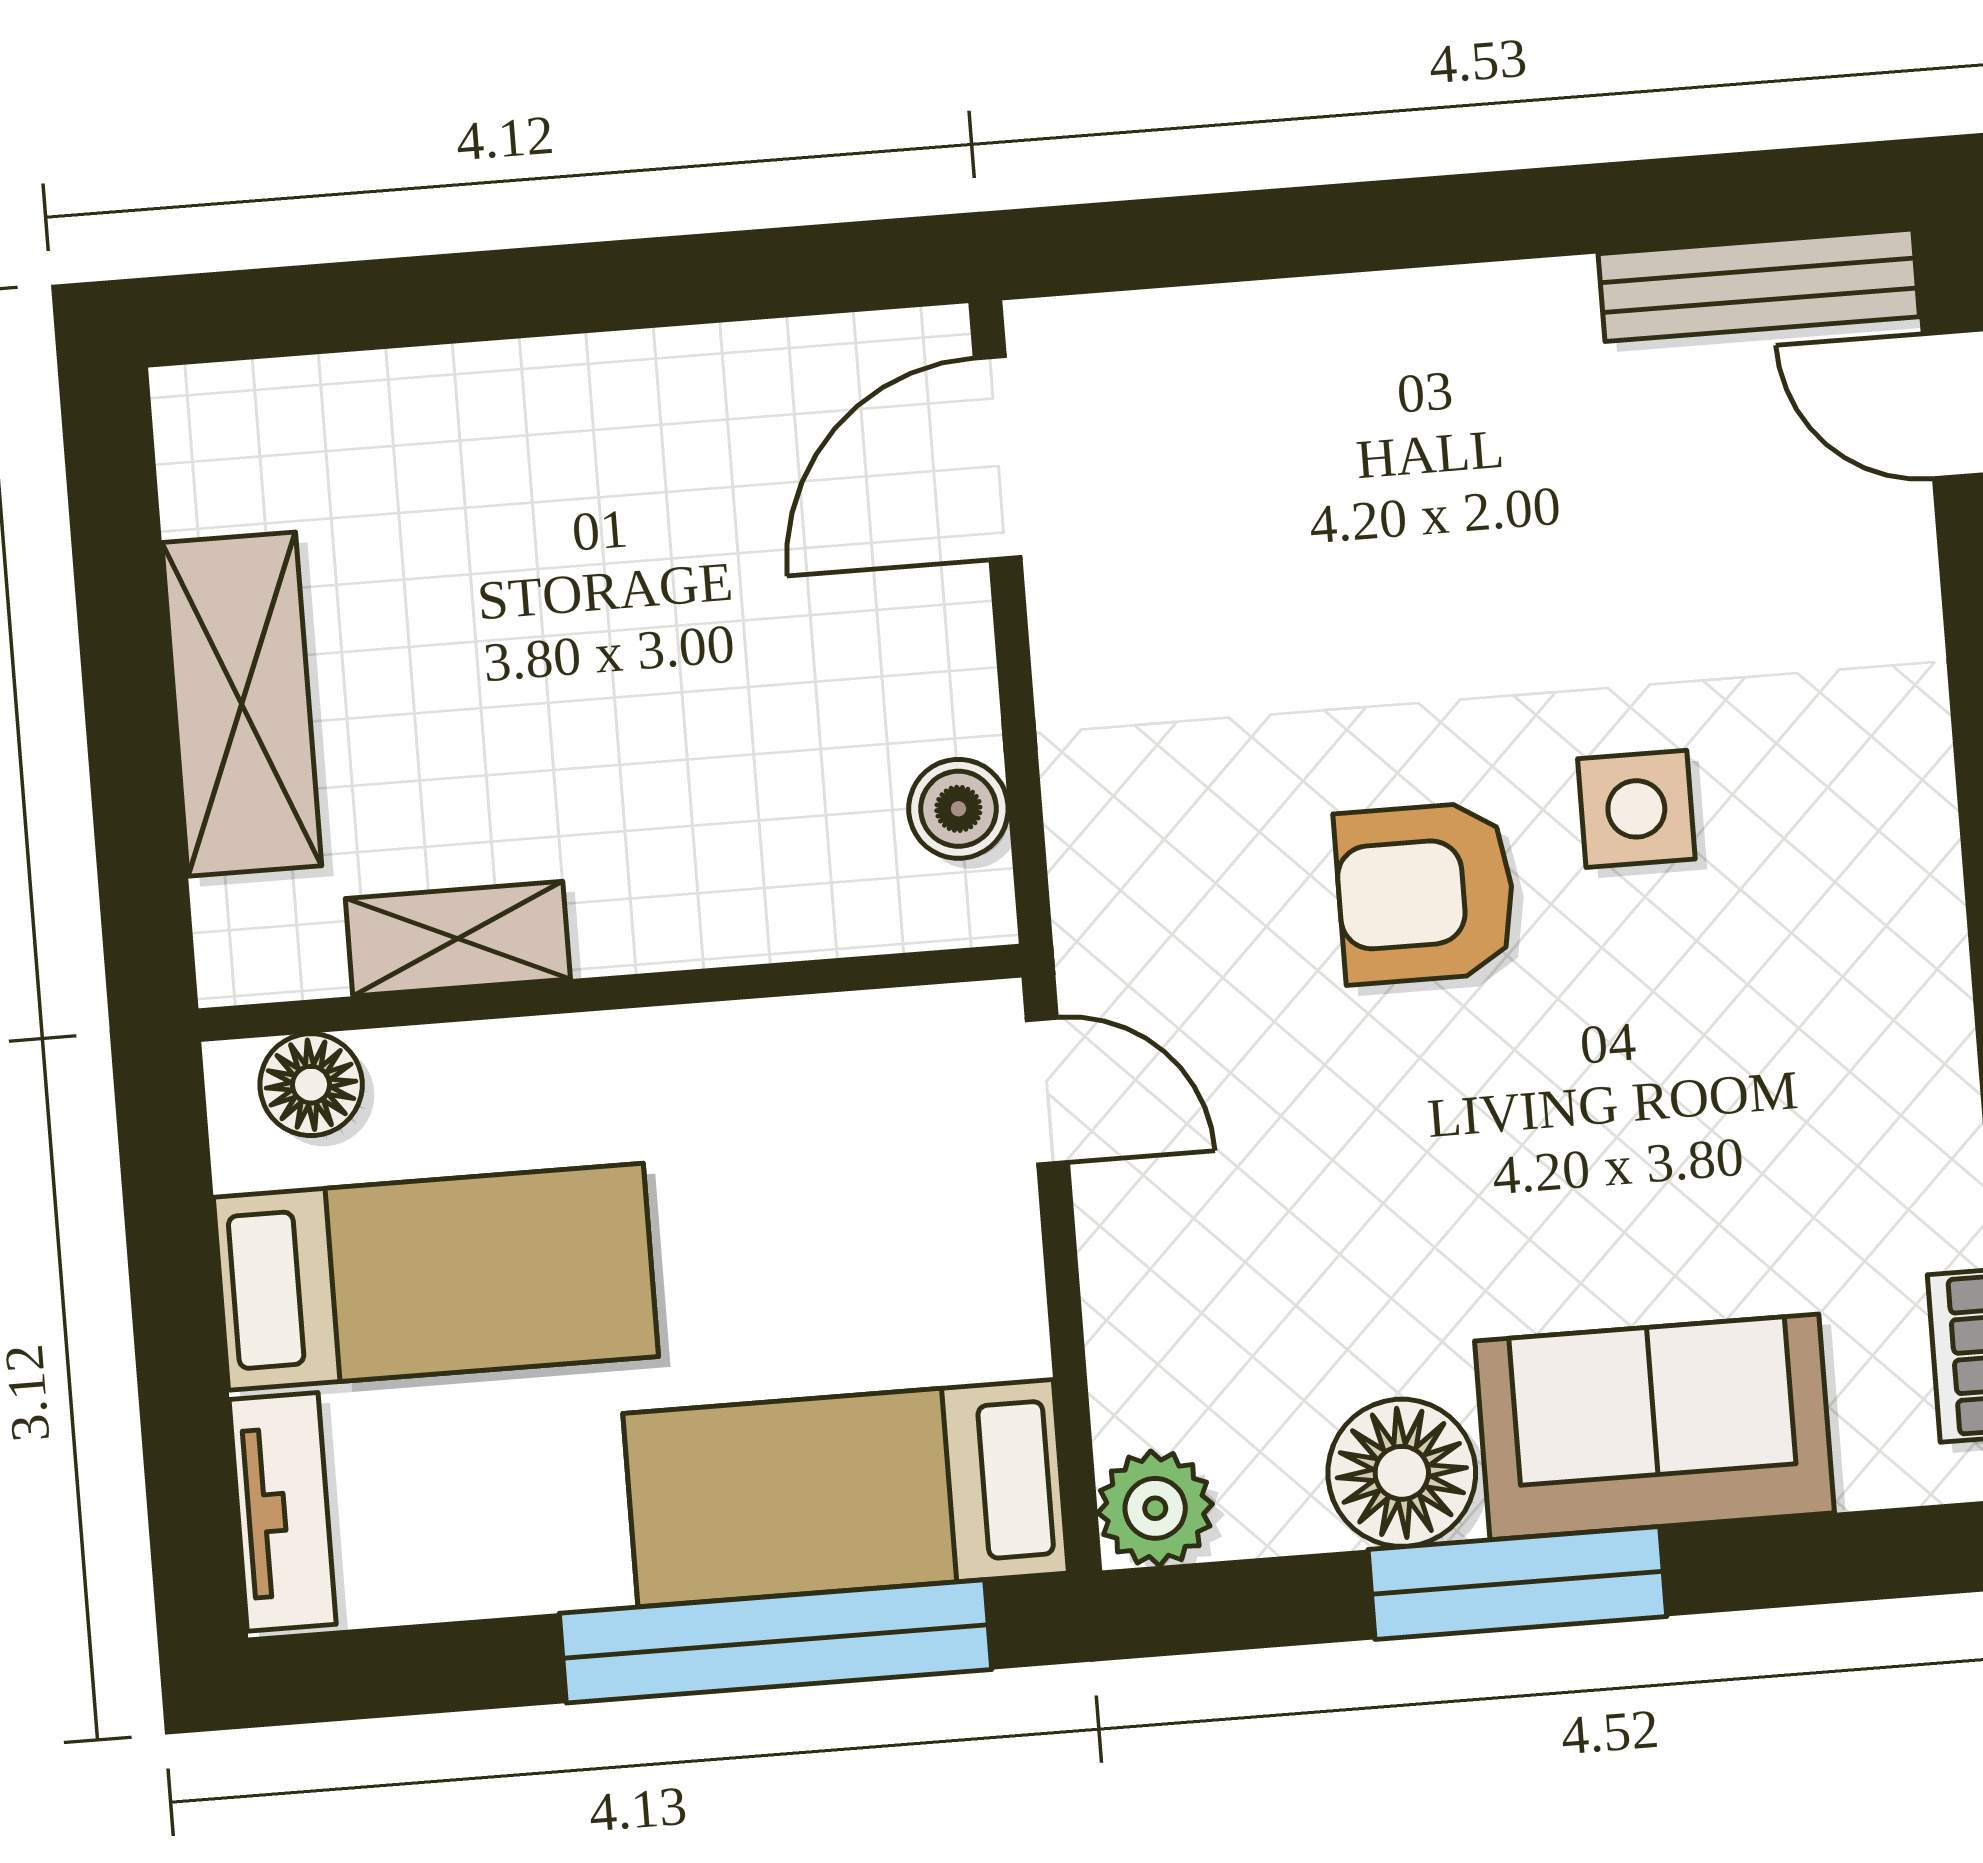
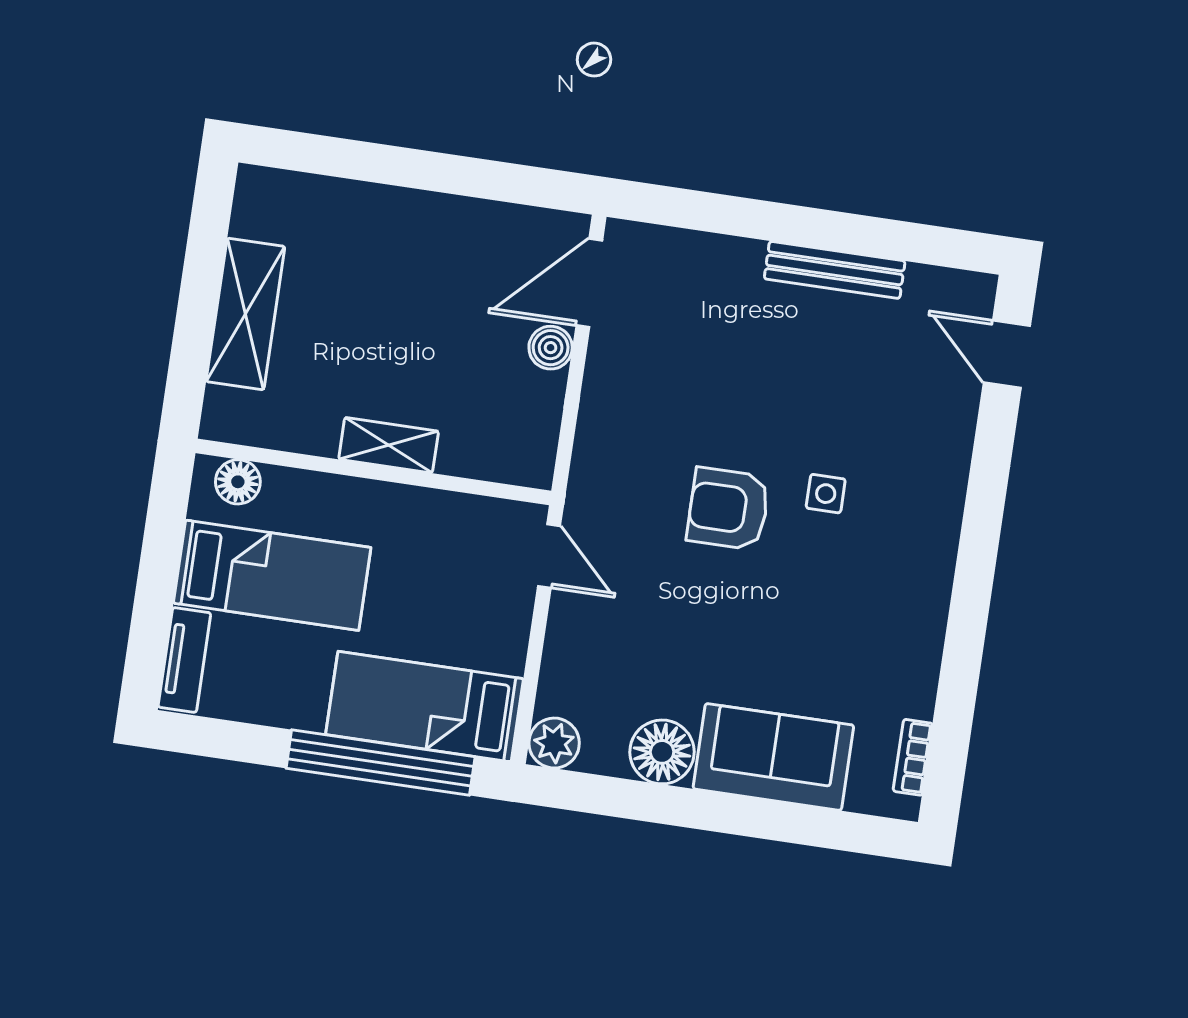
bench: (1759, 285) -> (835, 270), moved
boiler: (958, 809) -> (551, 348), moved
side table: (1636, 809) -> (826, 494), width x0.73, depth x0.73
shelving: (458, 939) -> (389, 445), moved
window: (1517, 1583) -> (700, 810), removed

